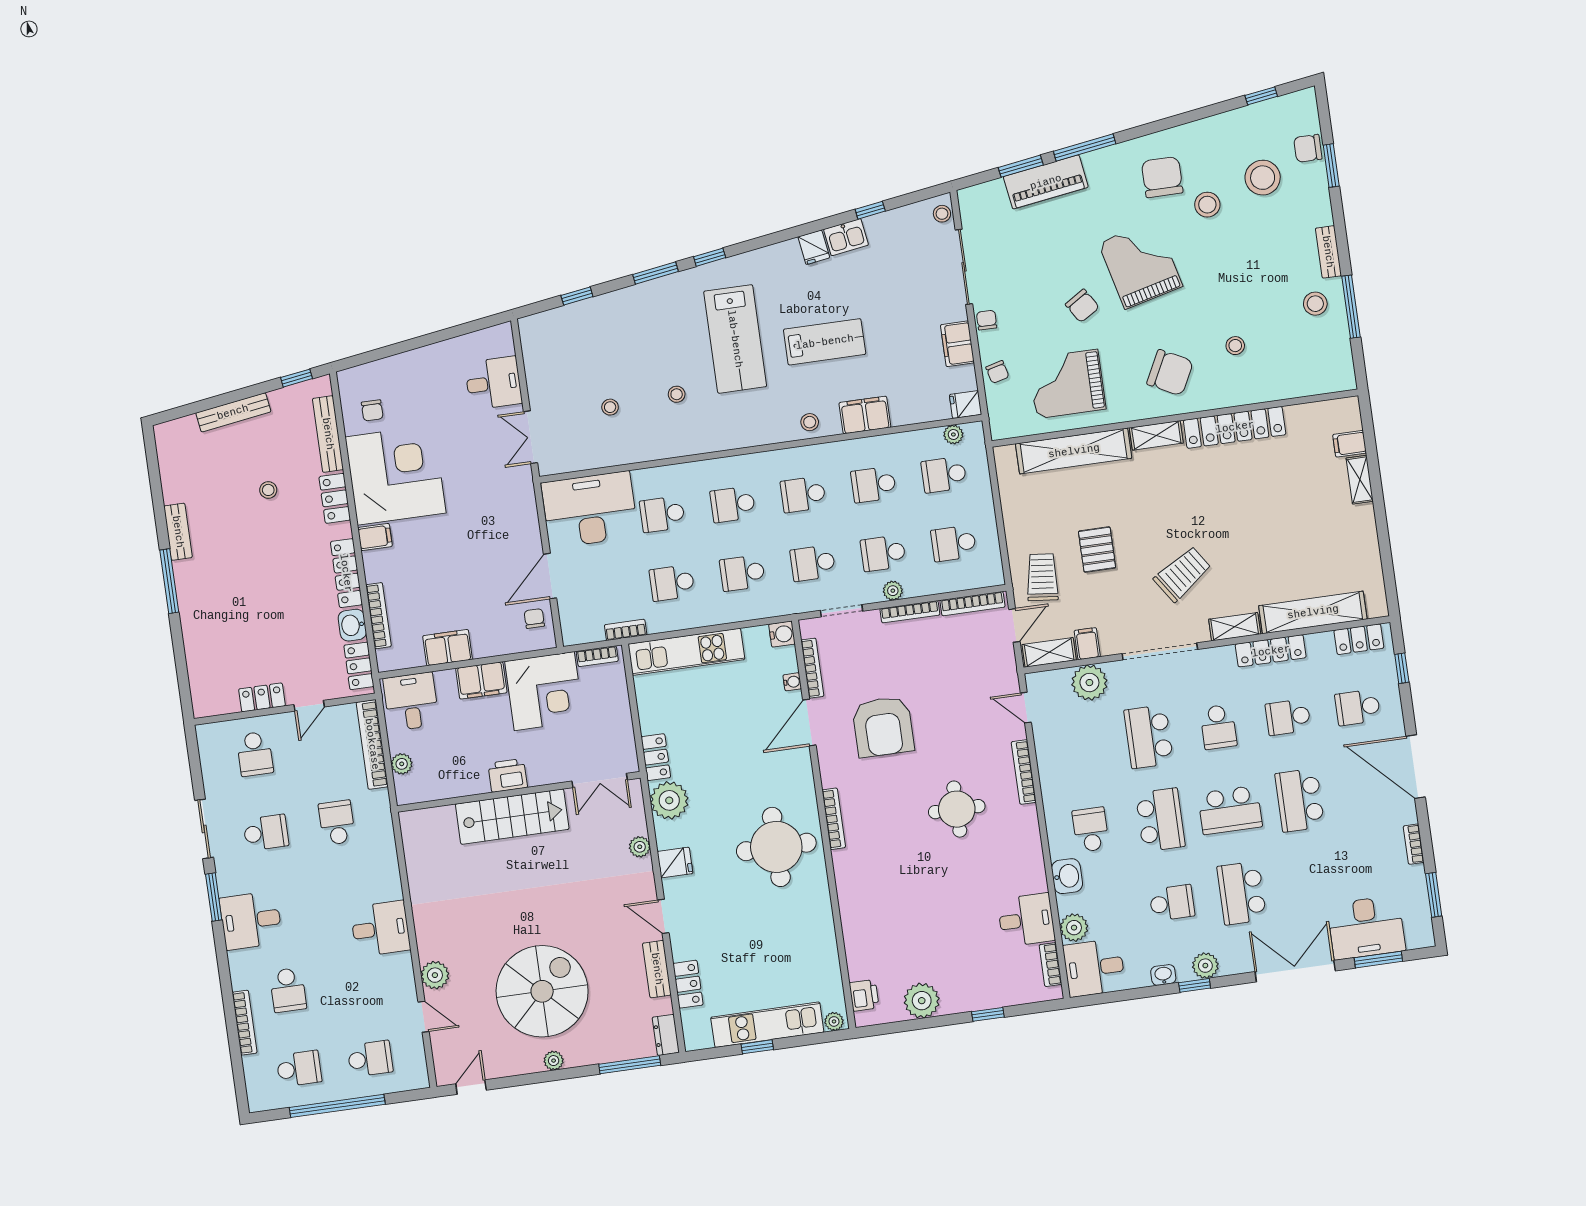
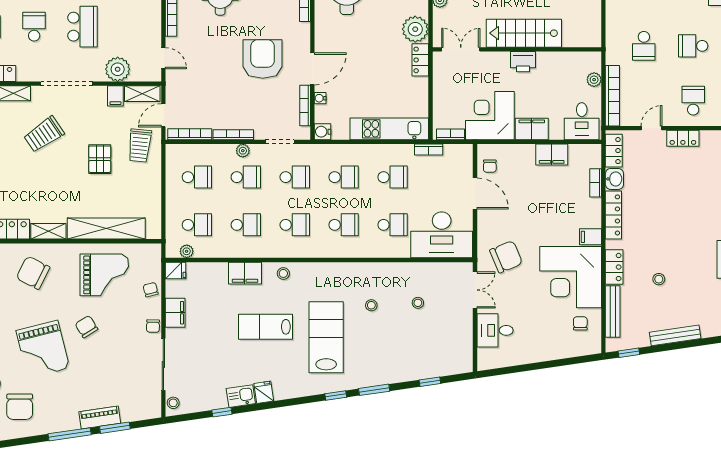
piano: (1046, 182) -> (100, 417), width x0.73, depth x0.75
chair: (493, 491) -> (506, 257), added
door: (550, 576) -> (475, 193), hinge flipped
bookcase: (379, 616) -> (596, 183), width x0.64

